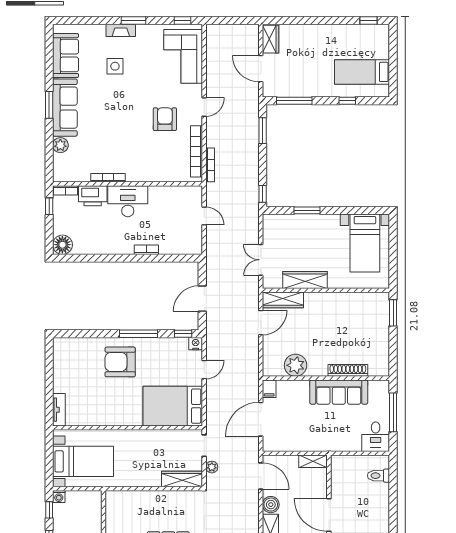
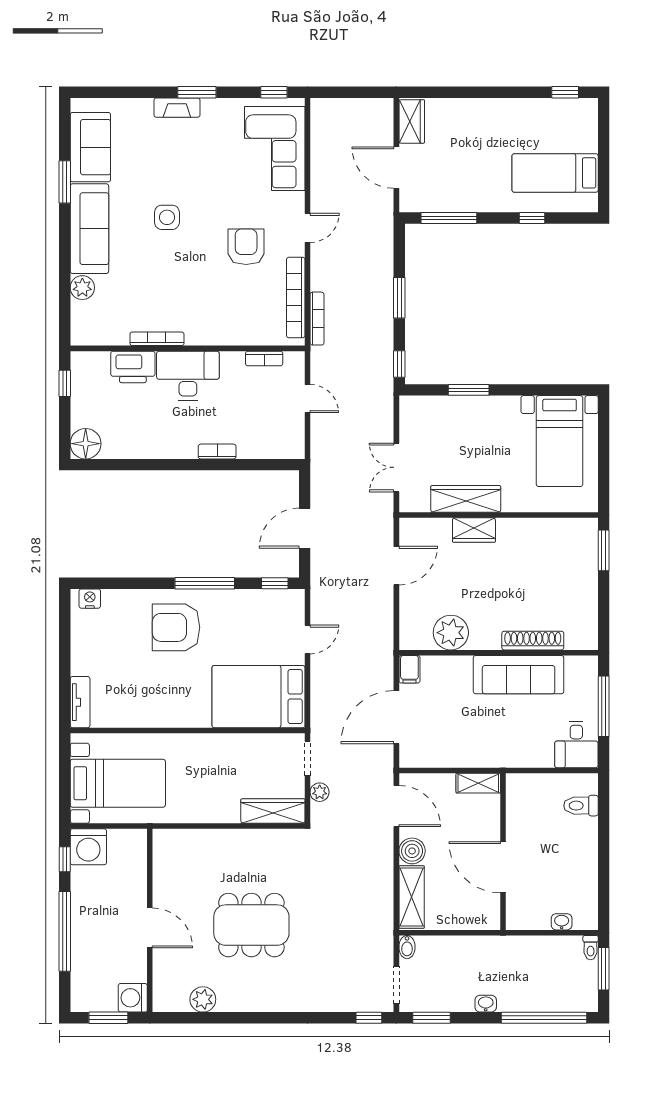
side table: (115, 66) -> (167, 217), moved
window: (49, 105) -> (65, 182), moved
window: (263, 131) -> (399, 298), moved
bookcase: (66, 190) -> (264, 358), moved
wardrobe: (283, 300) -> (474, 530), moved, width x0.67
nightstand: (196, 344) -> (90, 599), moved
washing machine: (59, 496) -> (88, 847), width x1.89, depth x1.89

